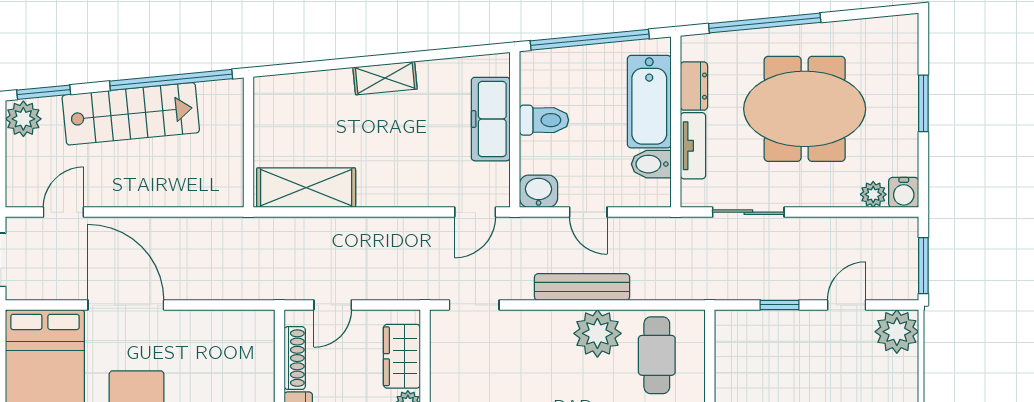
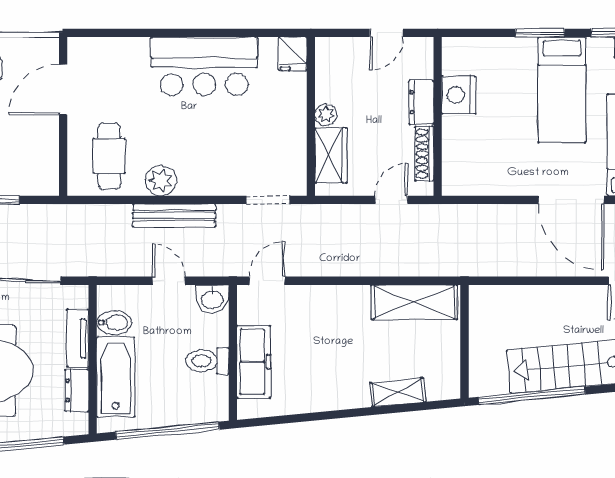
shelving: (385, 78) -> (398, 392), moved
plant: (597, 333) -> (161, 181), width x0.73, depth x0.73

